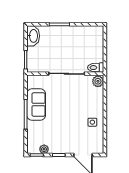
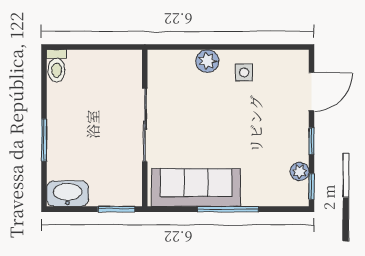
toilet: (96, 68) -> (57, 66), moved
plant: (98, 81) -> (207, 61), moved
sofa: (36, 105) -> (196, 188), width x1.36

